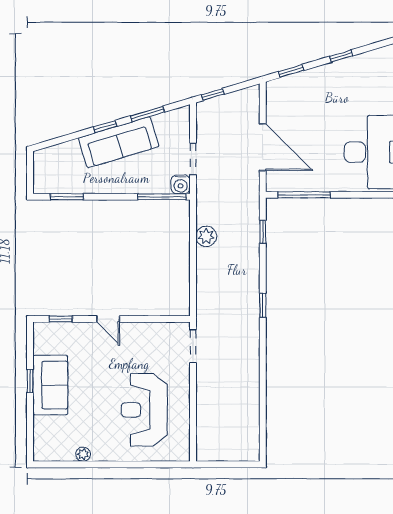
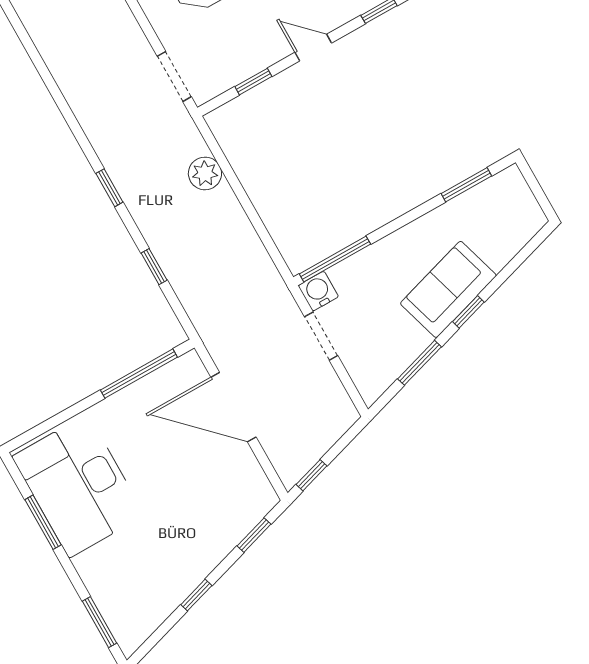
window: (213, 94) -> (312, 475), moved
sofa: (119, 142) -> (448, 289), width x0.73
window: (263, 232) -> (154, 267), moved
plant: (206, 236) -> (205, 173), moved
window: (151, 319) -> (253, 82), added

